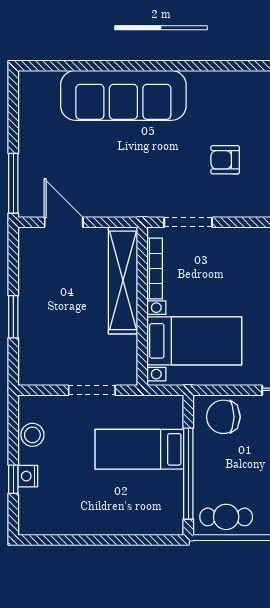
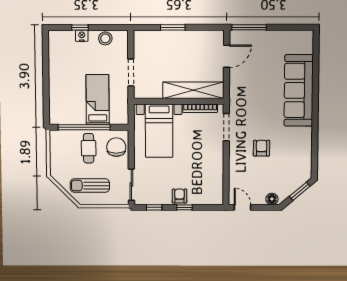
cafe table: (226, 517) -> (89, 148), moved

